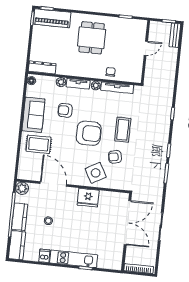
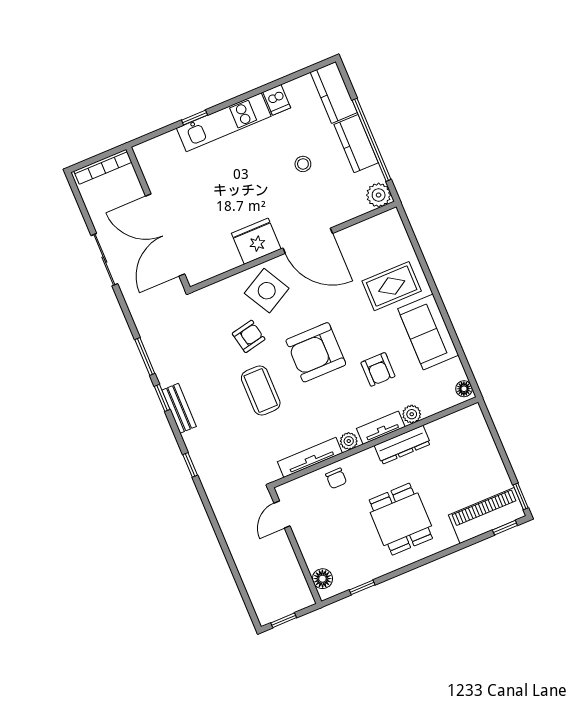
floor lamp: (141, 30) -> (322, 579), added
bench: (175, 35) -> (179, 408), moved
door: (146, 48) -> (282, 515), moved
dresser: (42, 67) -> (403, 445), moved
armchair: (65, 110) -> (378, 369), turned 90
door: (53, 184) -> (308, 241), moved

